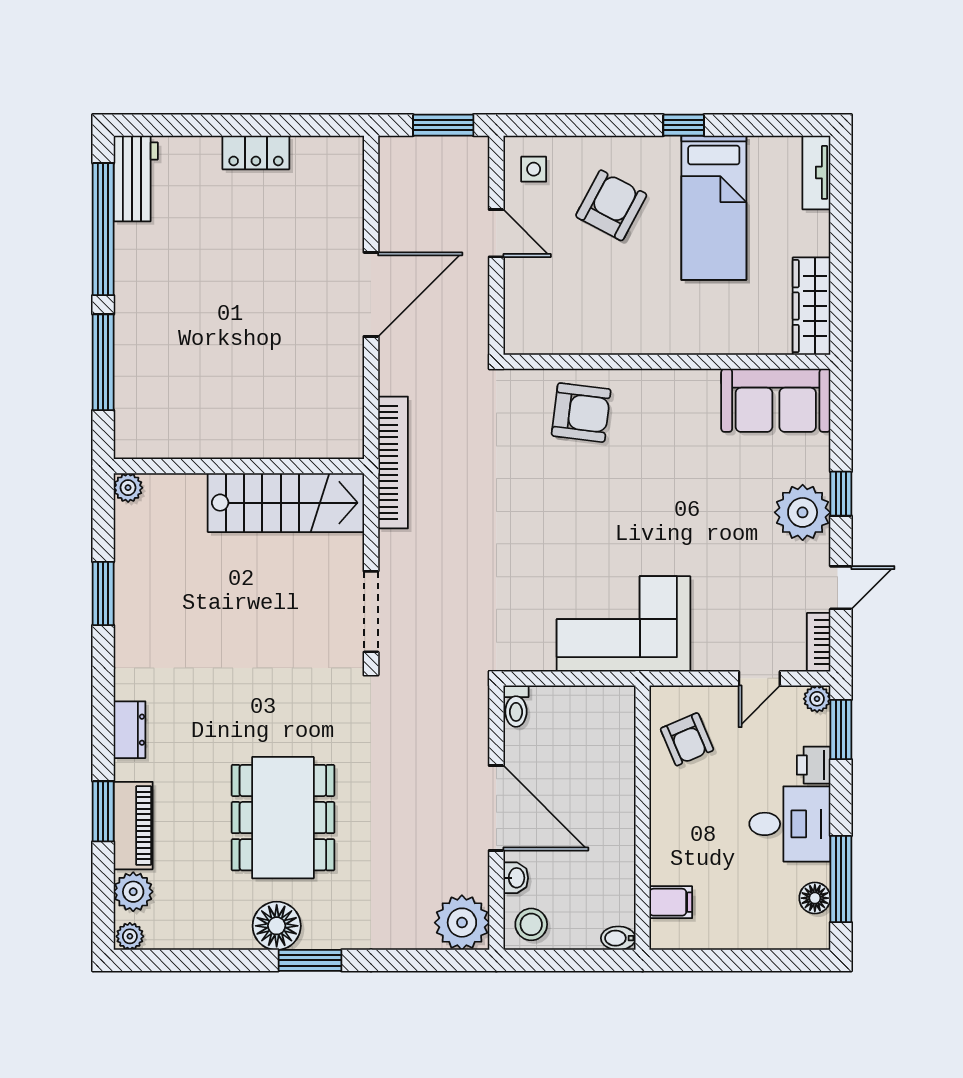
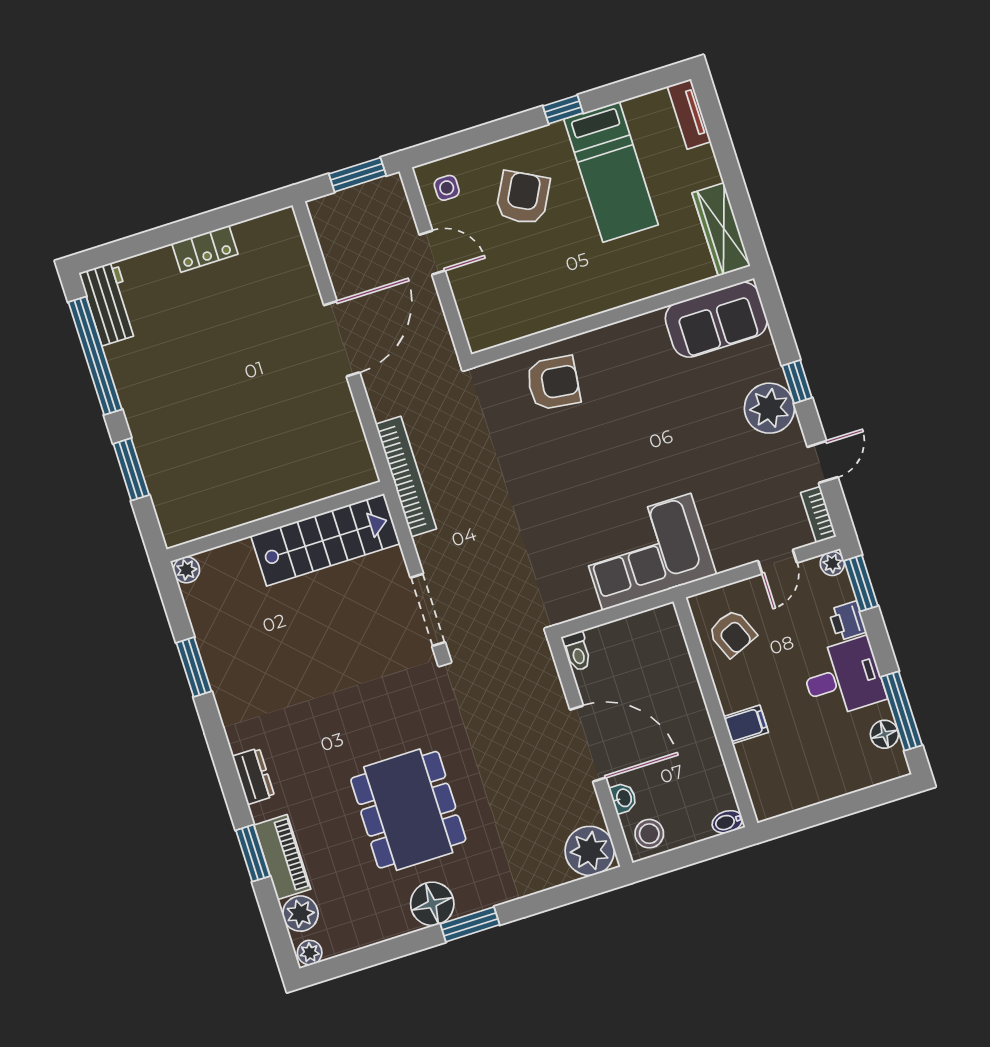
window: (103, 362) -> (131, 469), width x0.69
filing cabinet: (671, 902) -> (746, 724), moved

